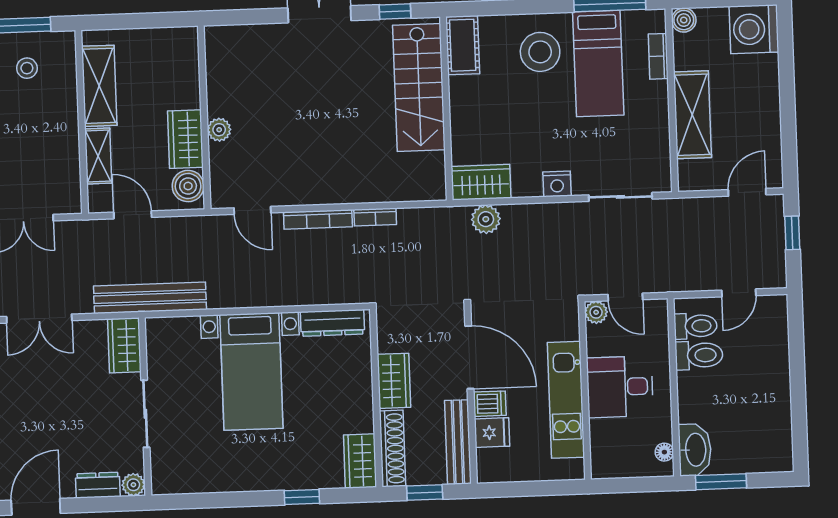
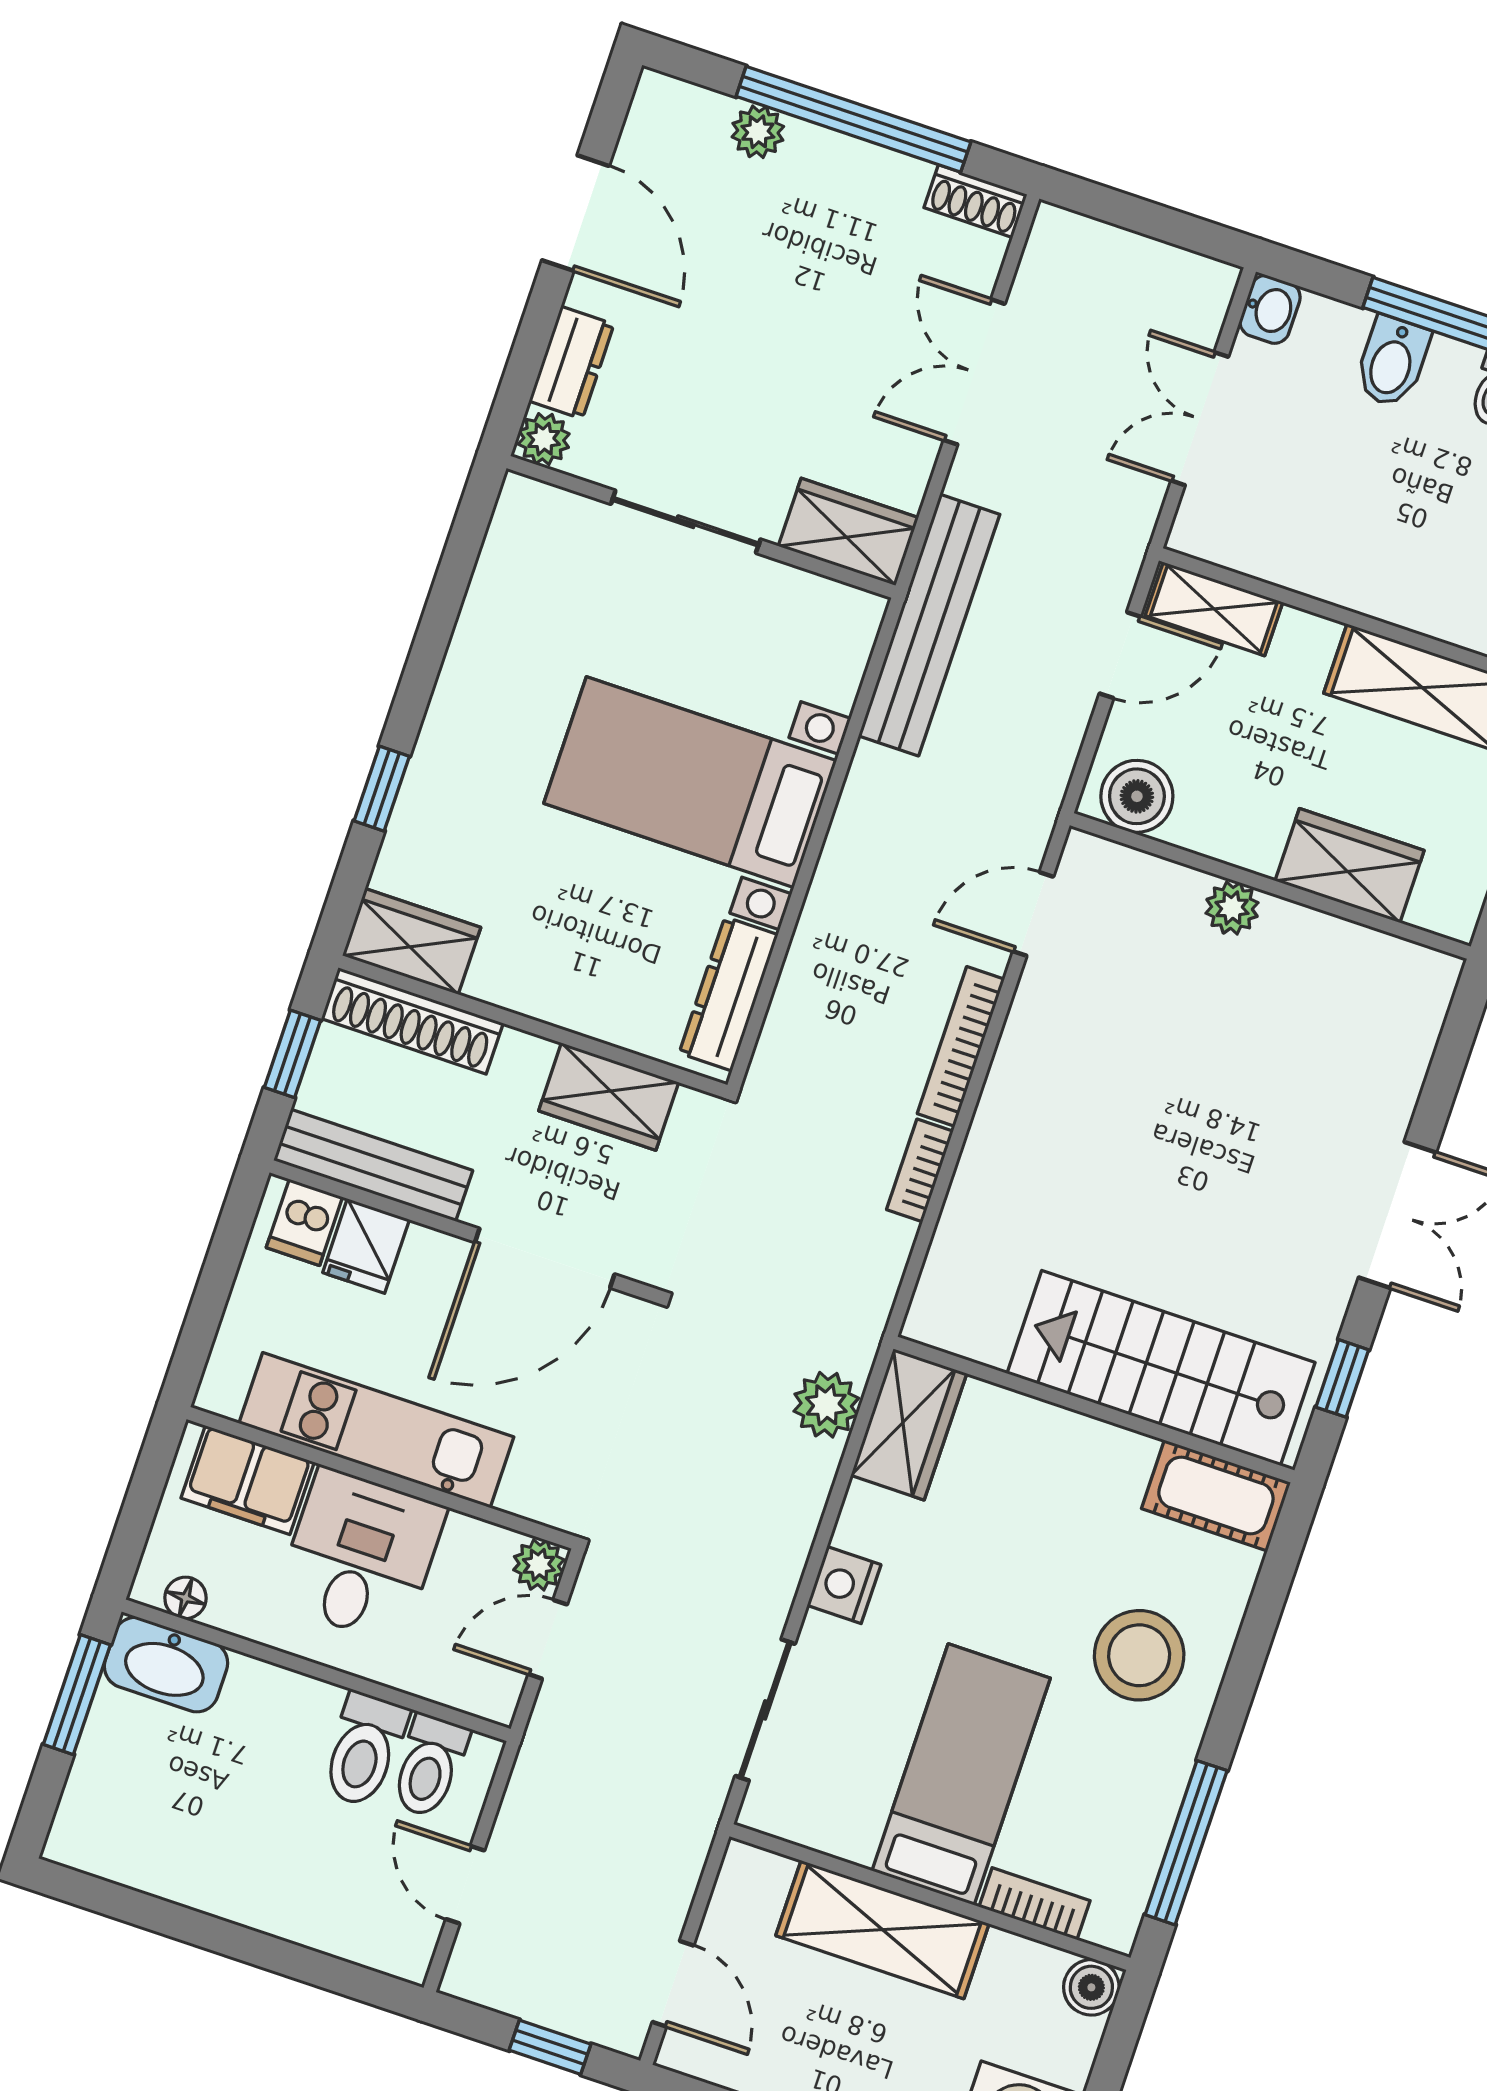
bed: (598, 64) -> (961, 1774), moved, turned 90
wardrobe: (185, 139) -> (1350, 866), moved
shelving: (98, 156) -> (1214, 609), moved
wardrobe: (394, 381) -> (609, 1097), moved
dishwasher: (490, 404) -> (304, 1222), moved
filing cabinet: (606, 445) -> (248, 1480), added

